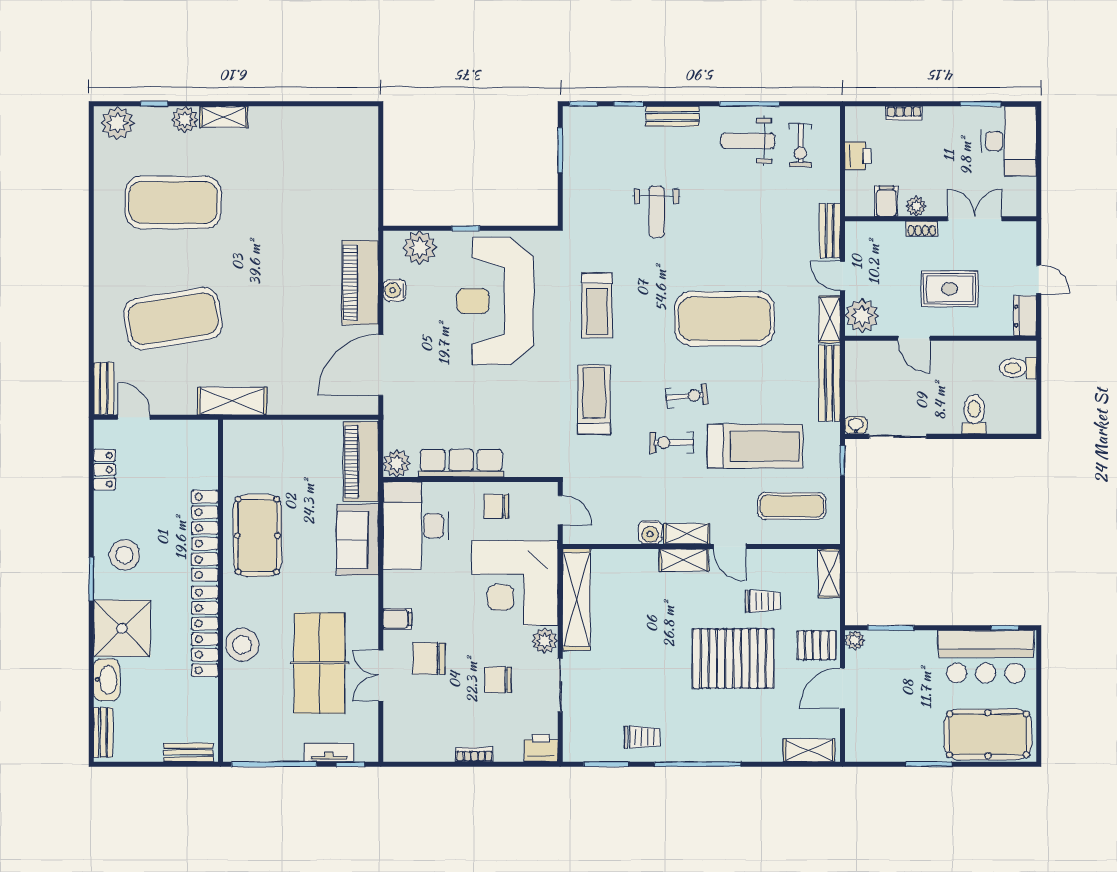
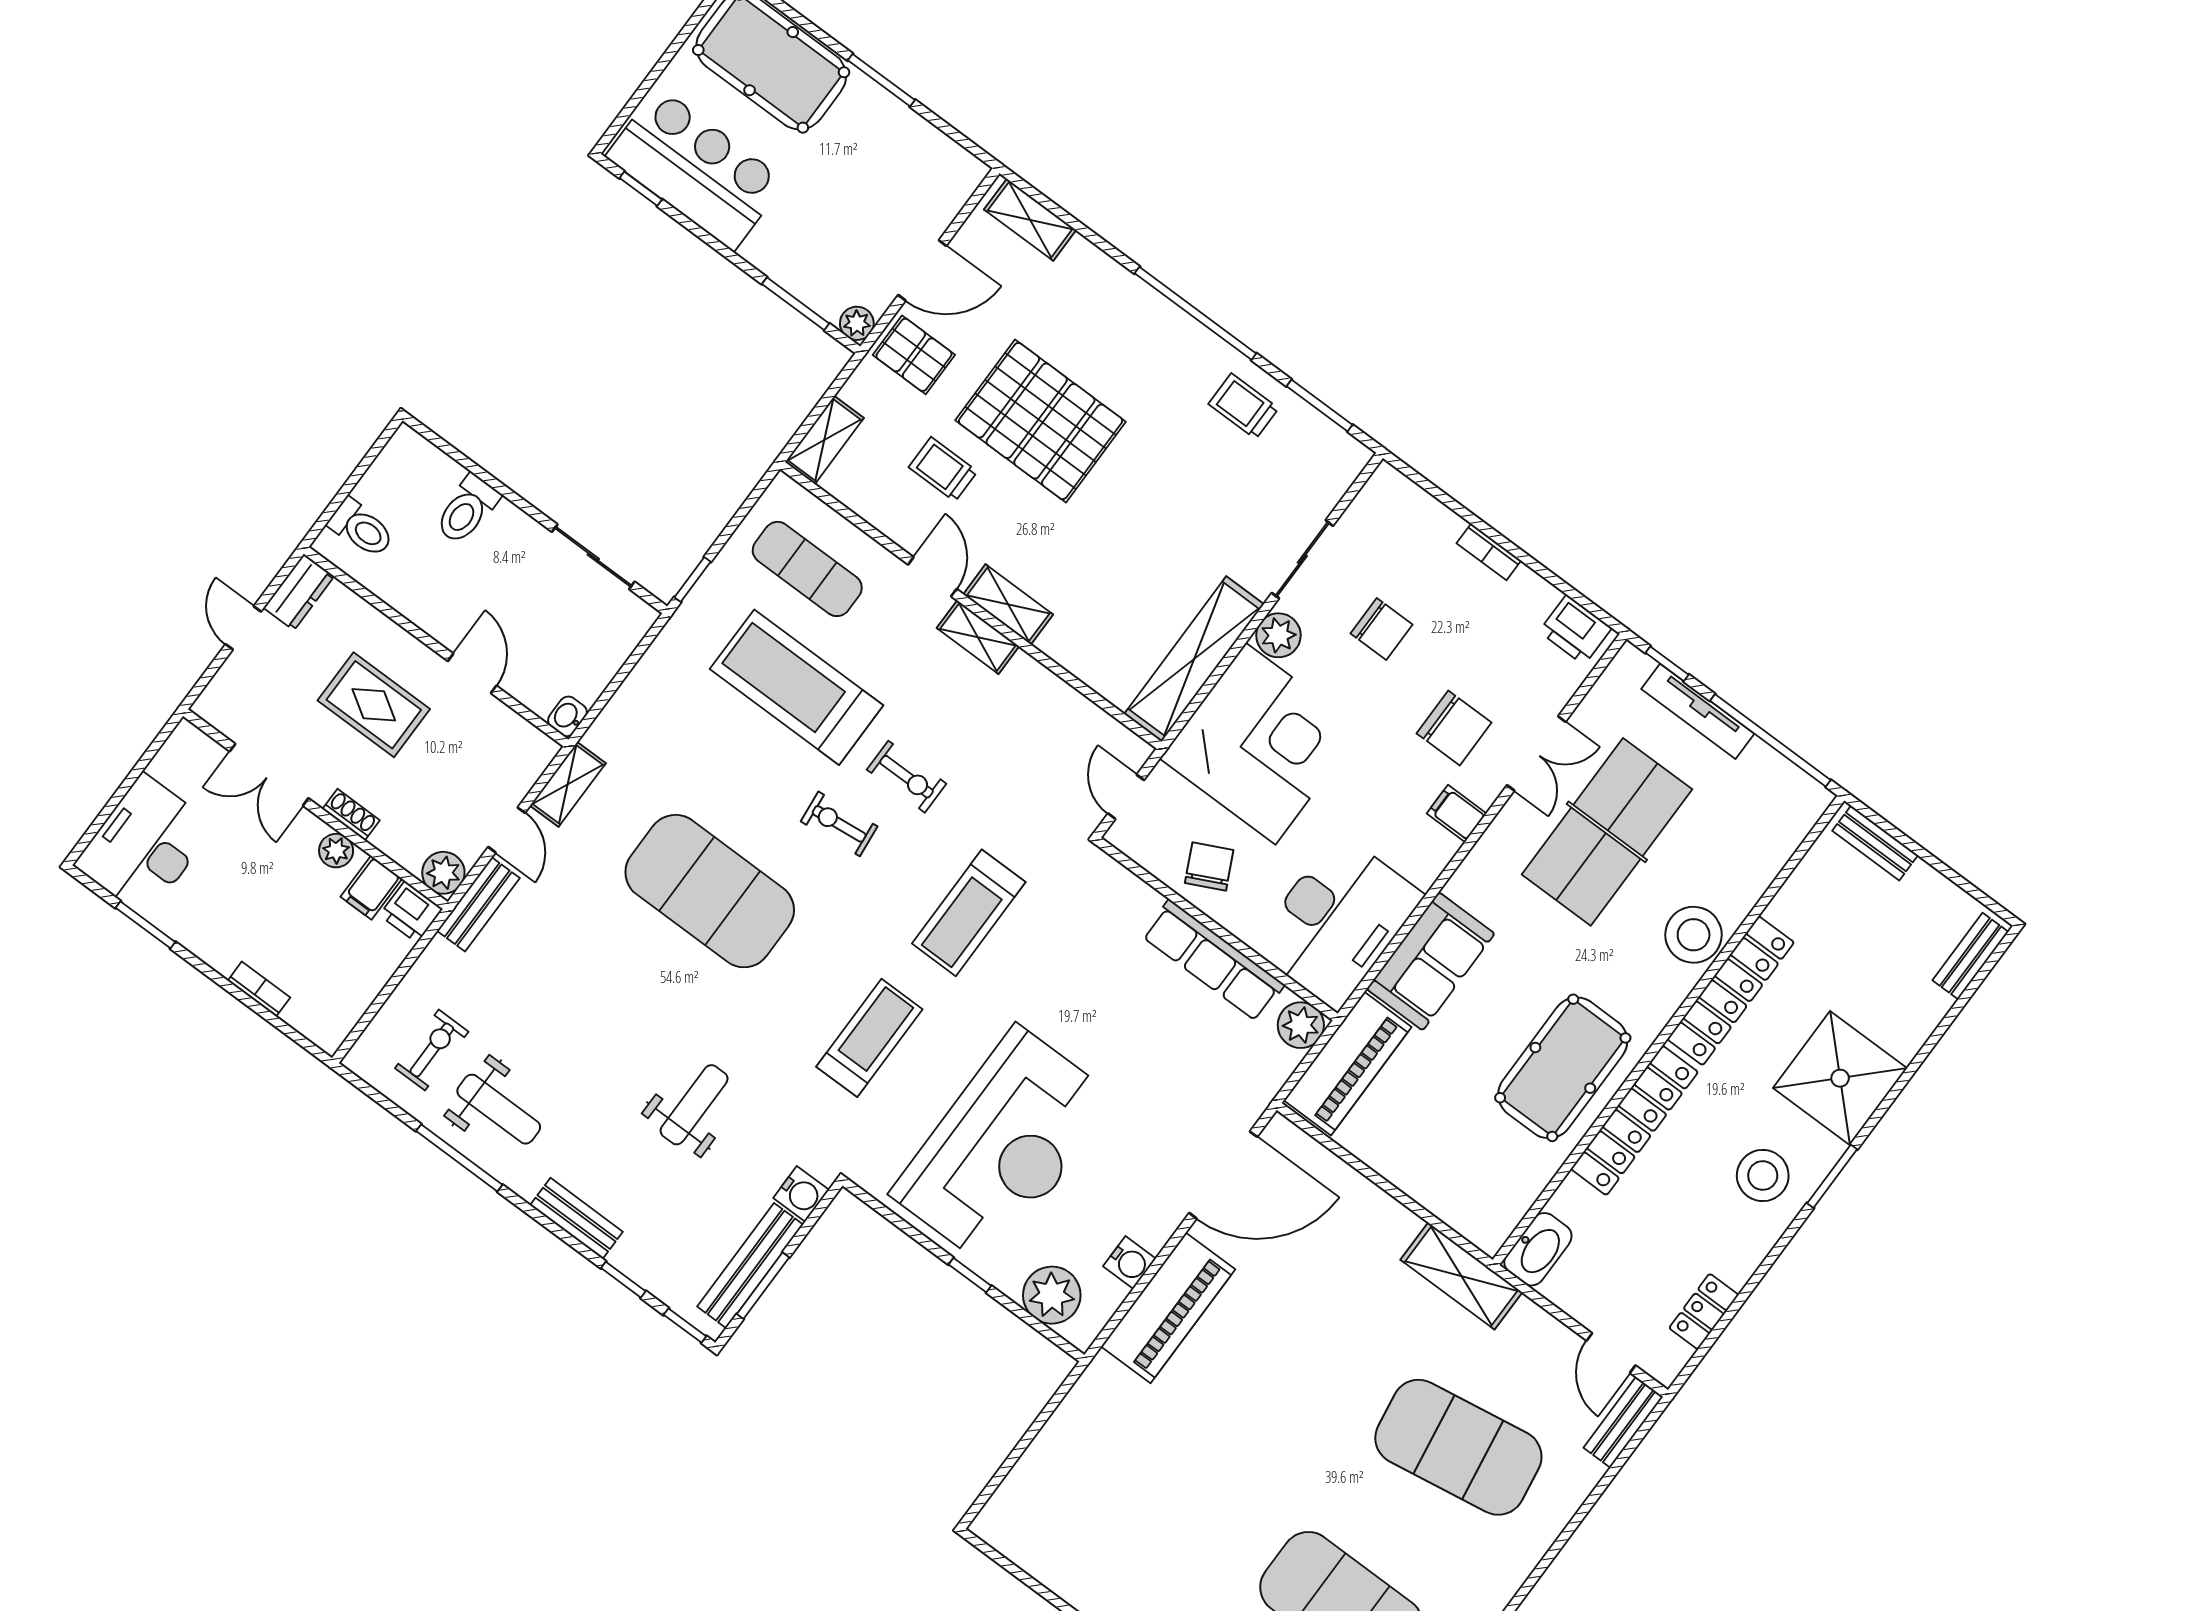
printer: (858, 156) -> (411, 912), moved, turned -90
plant: (862, 316) -> (443, 873), moved, width x0.73, depth x0.73
bench: (829, 383) -> (750, 1266), moved
washbasin: (856, 425) -> (567, 716), moved, turned 90
chair: (496, 506) -> (1209, 867), turned -116
water cooler: (650, 532) -> (801, 1194), moved, turned 90
washbasin: (107, 680) -> (1538, 1249), moved, turned 180
printer: (541, 748) -> (1575, 630), moved
tv unit: (329, 752) -> (1698, 711), width x1.41

